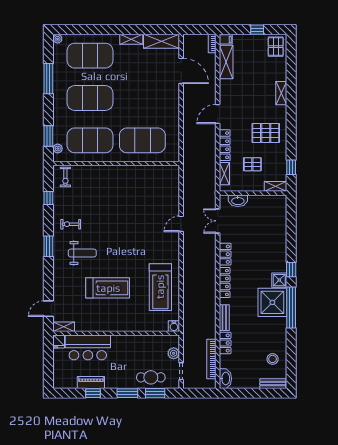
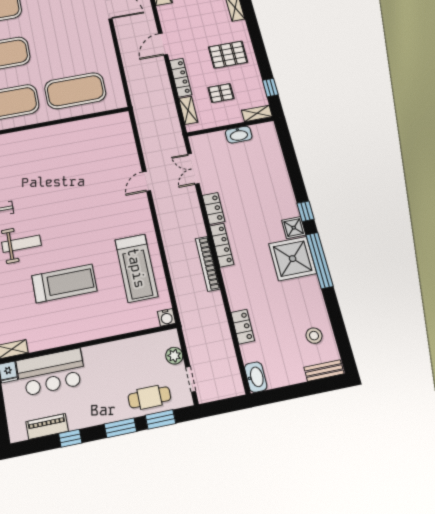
washbasin: (238, 201) -> (239, 135), moved
bench: (224, 318) -> (233, 292), removed
bookcase: (211, 359) -> (208, 264), moved
piano: (91, 383) -> (47, 427), moved

